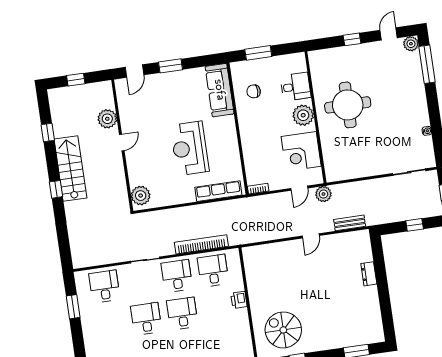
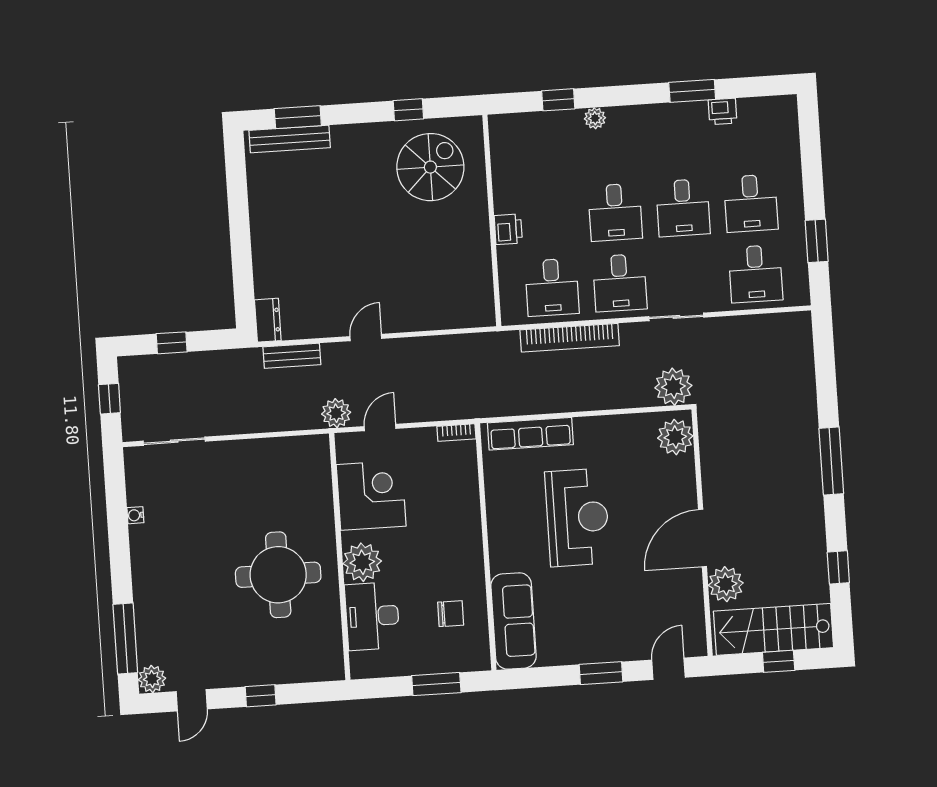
desk: (296, 87) -> (372, 616), width x1.37
door: (122, 143) -> (702, 538), width x1.87
stairs: (70, 169) -> (774, 629), moved, turned 90
window: (56, 189) -> (831, 461), width x2.17
plant: (144, 222) -> (673, 387), added
dresser: (369, 274) -> (268, 320), moved
desk: (110, 324) -> (751, 203), added
spiral stairs: (283, 330) -> (430, 167), turned -90
bench: (360, 339) -> (290, 139), added

